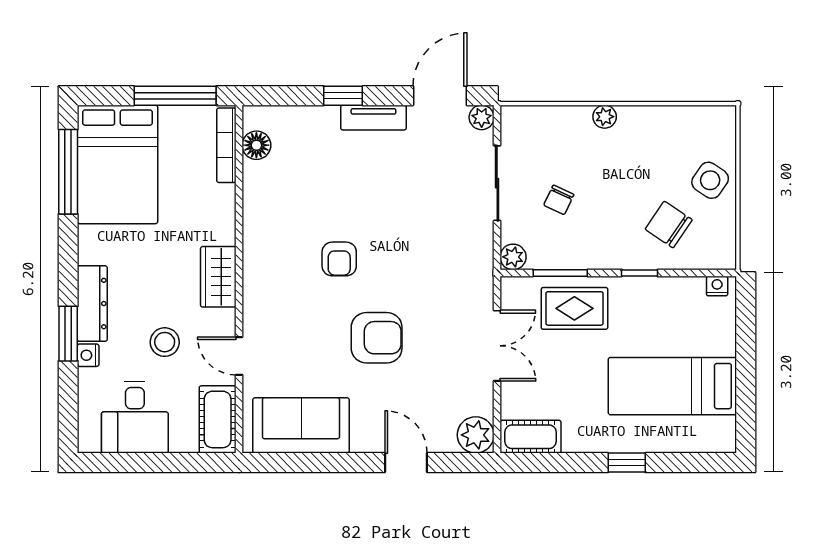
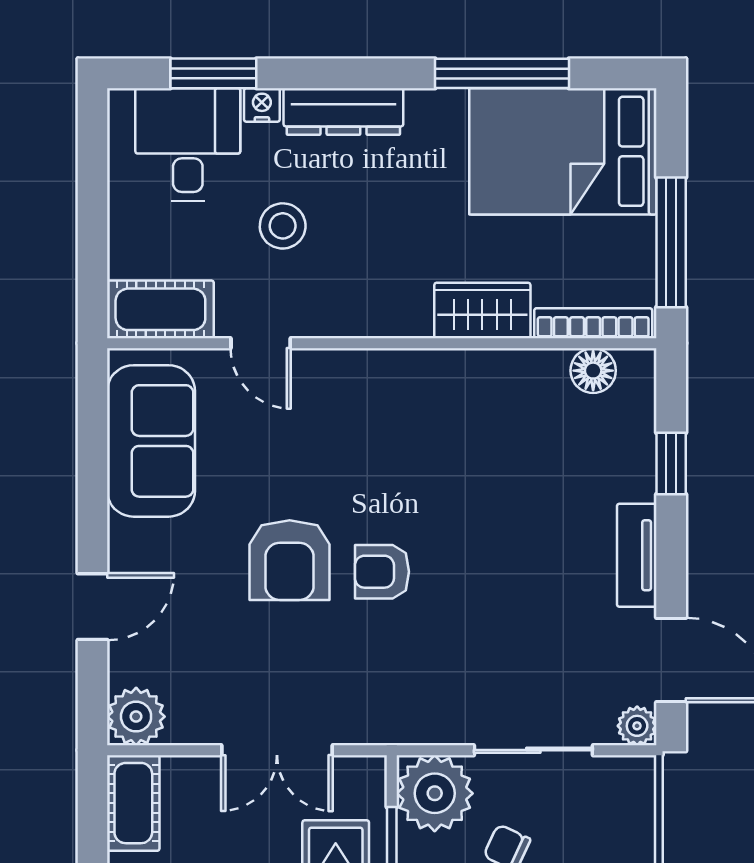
window: (343, 96) -> (671, 464), moved
window: (68, 172) -> (502, 73), moved
plant: (513, 257) -> (435, 793), width x1.88, depth x1.88
armchair: (339, 259) -> (382, 572), moved
wardrobe: (218, 277) -> (482, 310), moved
window: (68, 334) -> (213, 73), moved
door: (239, 356) -> (261, 343), swing flipped
desk: (135, 417) -> (188, 145), moved, turned 90

